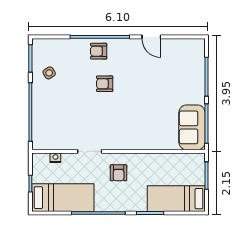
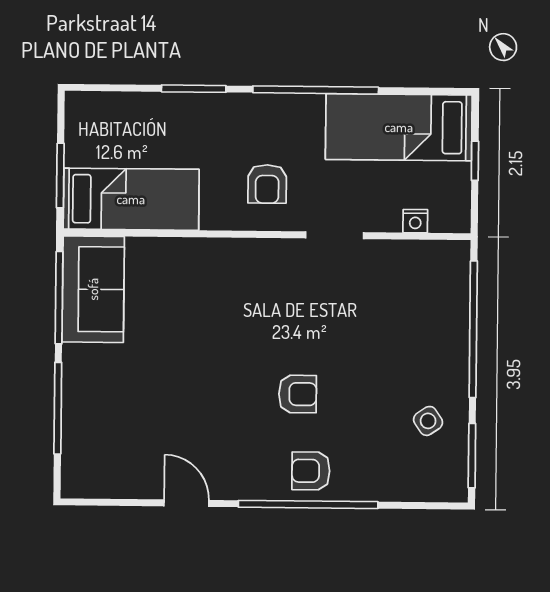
armchair: (99, 51) -> (311, 471), turned 180
armchair: (119, 173) -> (267, 184), turned 180
bed: (176, 199) -> (131, 199), moved

